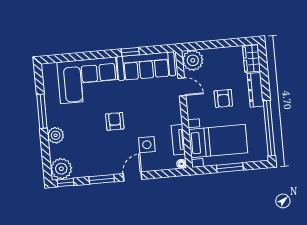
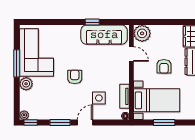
corner sofa: (88, 80) -> (37, 52), moved, turned -90
plant: (61, 169) -> (24, 115), width x0.53, depth x0.53

